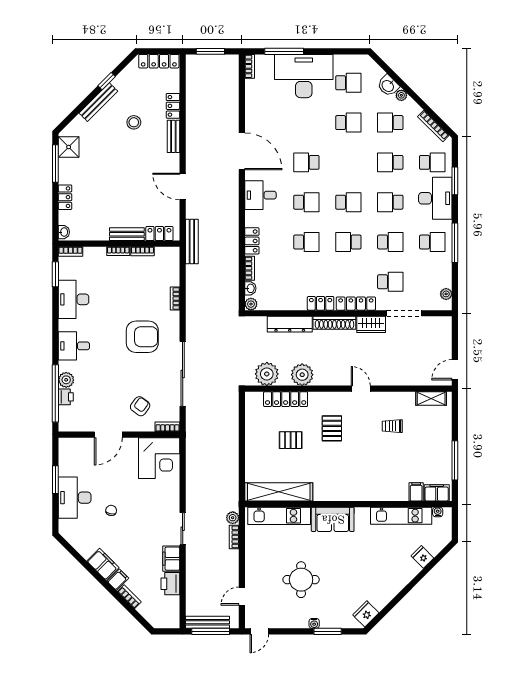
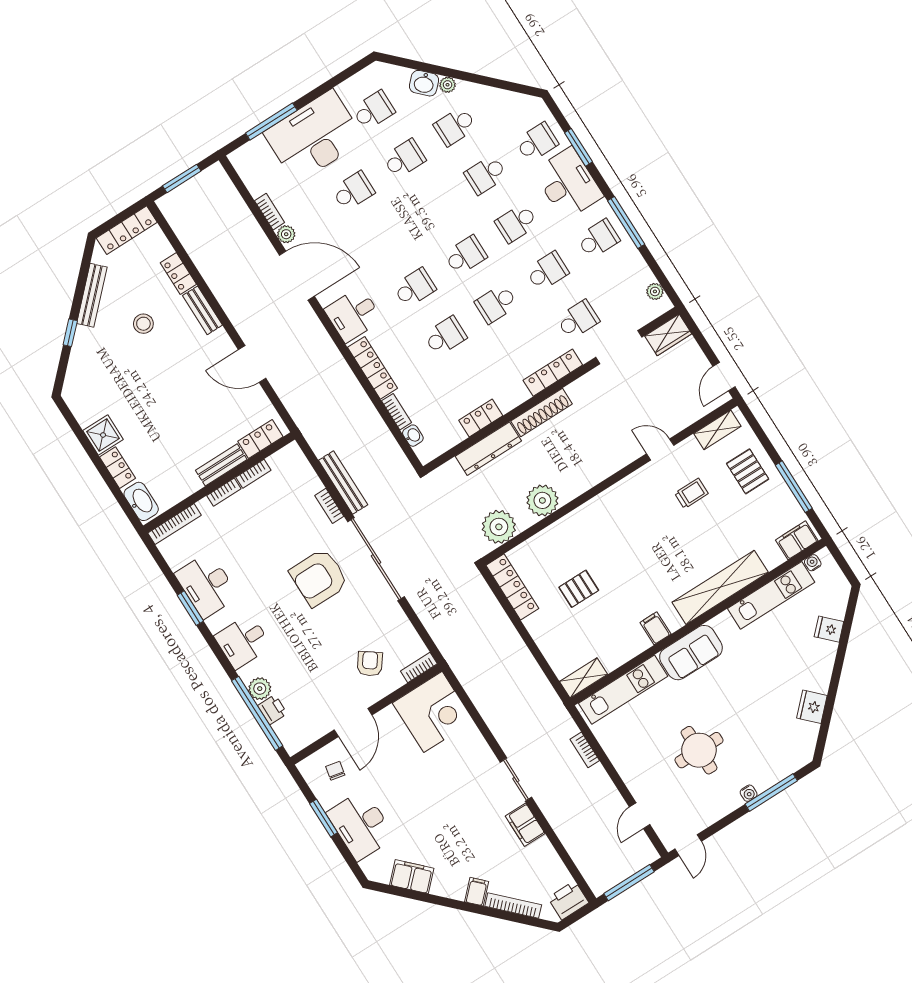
bookcase: (250, 66) -> (270, 212), moved
window: (107, 81) -> (70, 333), moved
bench: (98, 102) -> (92, 295), moved
bookcase: (433, 126) -> (510, 97), removed
shower: (69, 147) -> (103, 435), moved
school desk: (306, 162) -> (353, 191), moved, turned 180
window: (55, 164) -> (80, 434), removed
washbasin: (64, 232) -> (141, 501), width x1.91, depth x1.45
locker: (252, 241) -> (373, 368), width x1.53
bench: (192, 242) -> (343, 483), moved
bookcase: (71, 252) -> (175, 524), width x1.56
window: (55, 274) -> (190, 608), moved
locker: (321, 303) -> (481, 418), moved
plant: (251, 304) -> (286, 234), moved
wardrobe: (371, 324) -> (668, 335), moved
armchair: (142, 337) -> (319, 578), turned 180
sliding door: (183, 374) -> (376, 559), moved
door: (361, 389) -> (660, 450), moved
locker: (286, 399) -> (512, 587), moved, turned -90
trolley: (392, 426) -> (691, 493), turned 180
pallet: (332, 428) -> (748, 471), moved
shelving: (279, 492) -> (584, 678), width x0.45, depth x0.75
shelving: (374, 492) -> (720, 587), added
filing cabinet: (416, 492) -> (655, 628), moved
chair: (111, 510) -> (335, 771), moved
plant: (233, 518) -> (568, 728), removed
filing cabinet: (103, 564) -> (412, 877), moved
printer: (170, 584) -> (568, 900), moved, turned 90
bookcase: (129, 597) -> (513, 906), width x1.56
fridge: (366, 614) -> (812, 707), moved
bench: (207, 622) -> (618, 874), removed
window: (328, 631) -> (771, 792), width x1.44

